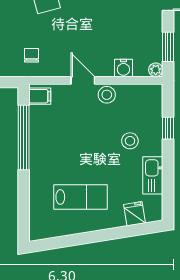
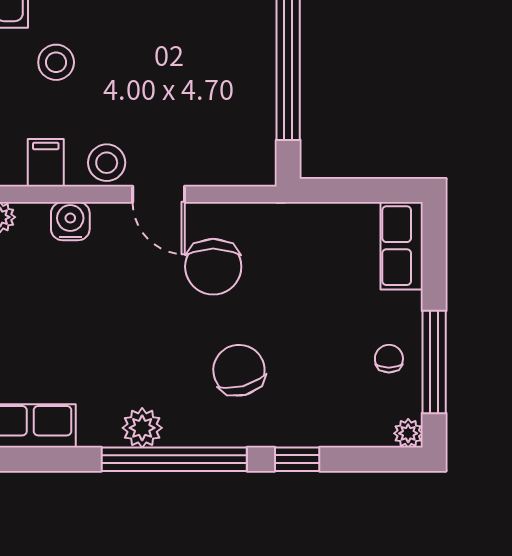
chair: (31, 55) -> (213, 267), moved, width x1.87, depth x1.87
filing cabinet: (40, 96) -> (46, 163), moved, turned 90

